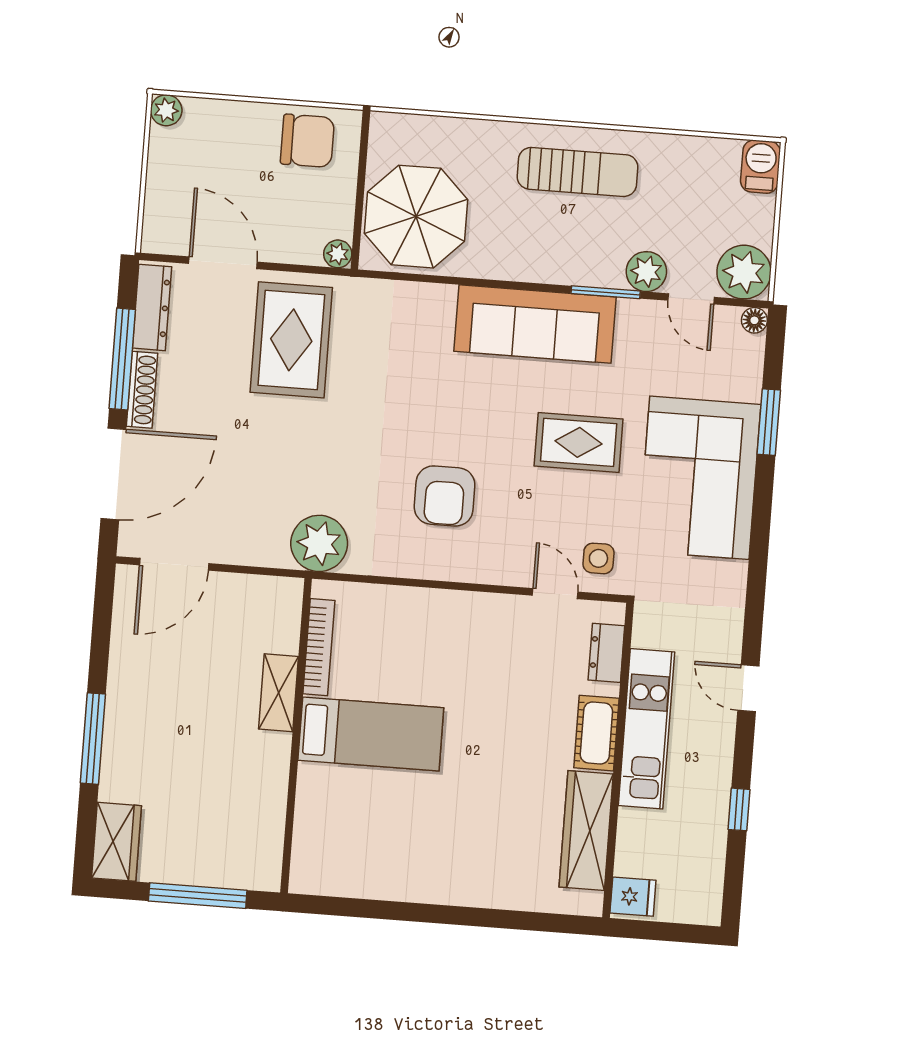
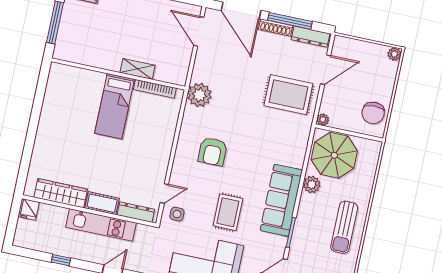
plant: (646, 272) -> (312, 184), moved
armchair: (445, 496) -> (213, 152), turned -90
dresser: (606, 653) -> (136, 212), width x1.44

